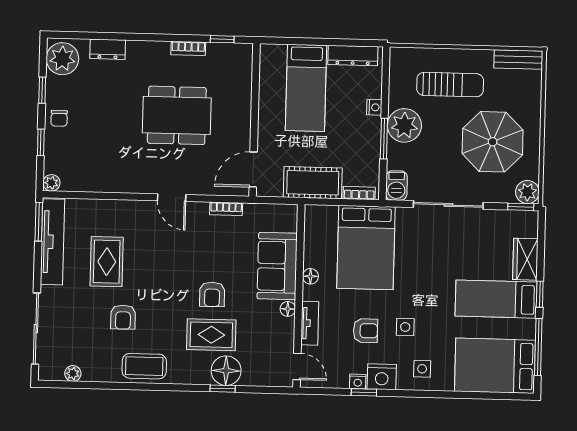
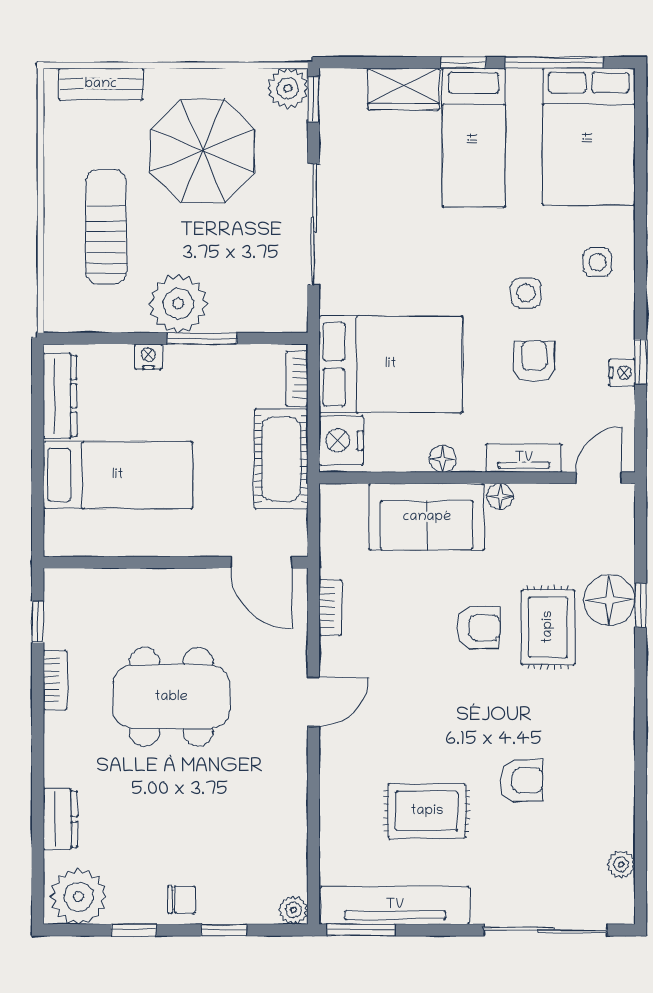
bench: (518, 59) -> (101, 84), moved, turned 90
dining table: (177, 115) -> (171, 697), turned 90
barbecue: (396, 186) -> (282, 315), removed
coffee table: (144, 366) -> (605, 741), removed
nightstand: (382, 377) -> (341, 440), moved, turned 180

